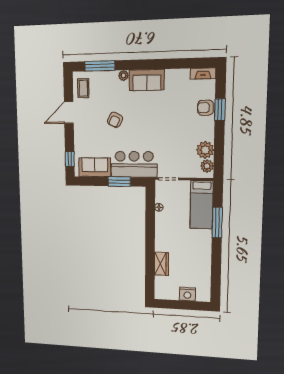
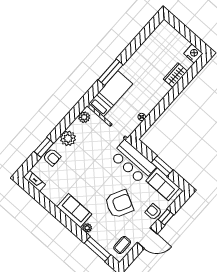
armchair: (115, 120) -> (119, 204), width x1.88, depth x1.88
armchair: (83, 138) -> (154, 212), added
plant: (205, 150) -> (68, 138), moved
window: (70, 159) -> (166, 217), moved
window: (119, 182) -> (162, 166), moved
nightstand: (187, 294) -> (193, 54), moved

